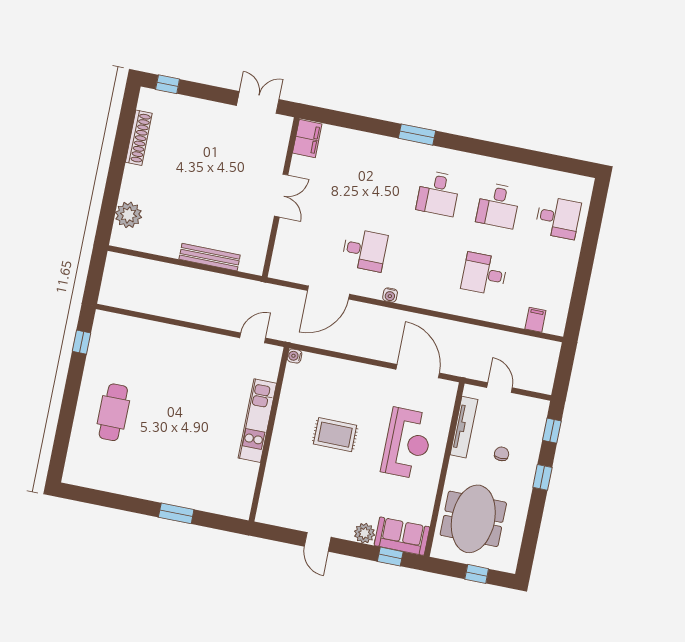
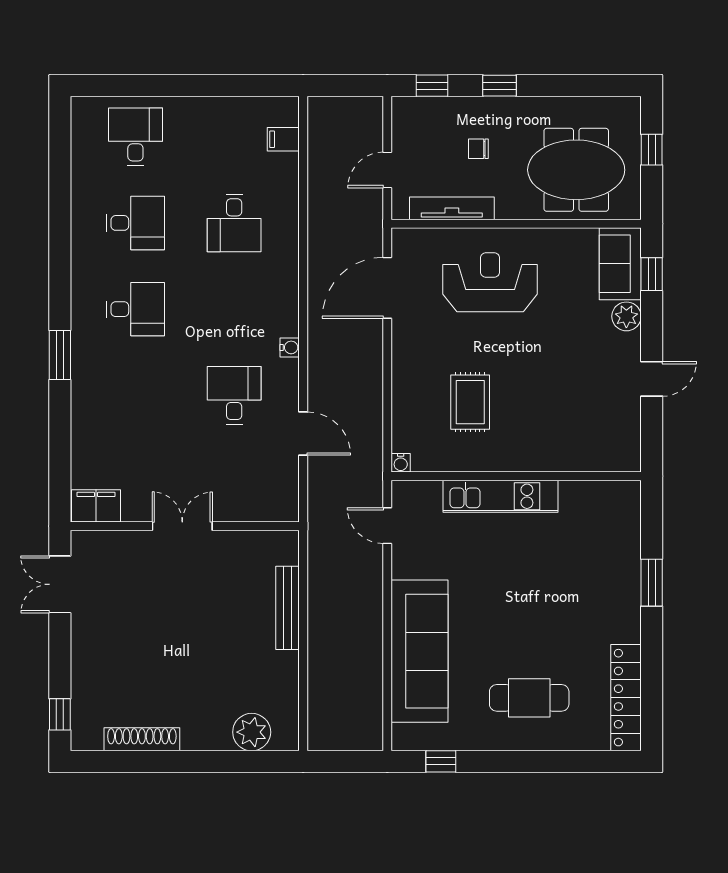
door: (328, 292) -> (303, 434), width x0.73
sofa: (161, 343) -> (420, 651), added
rug: (335, 435) -> (470, 402), moved
locker: (100, 479) -> (626, 698), added

